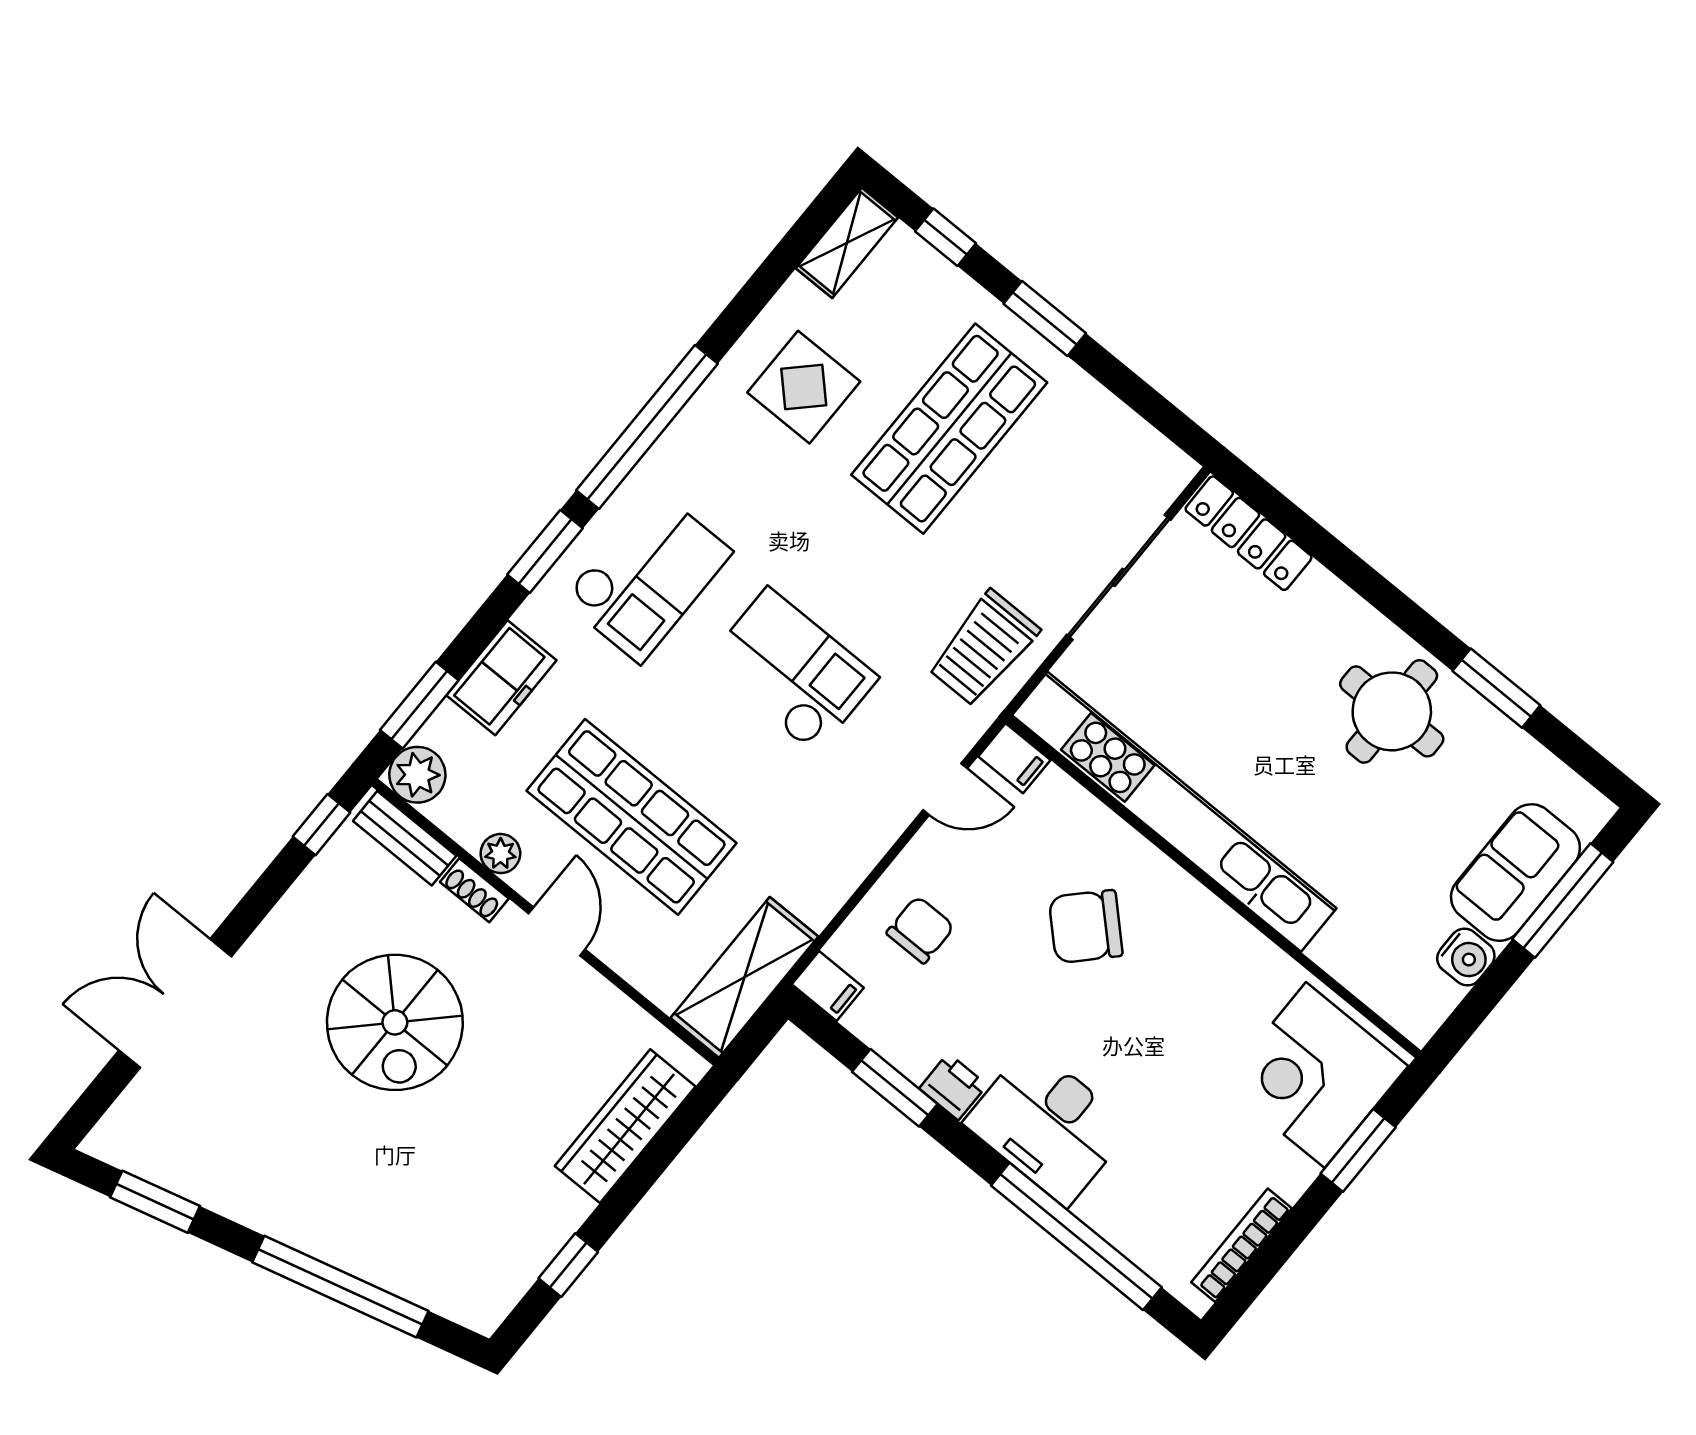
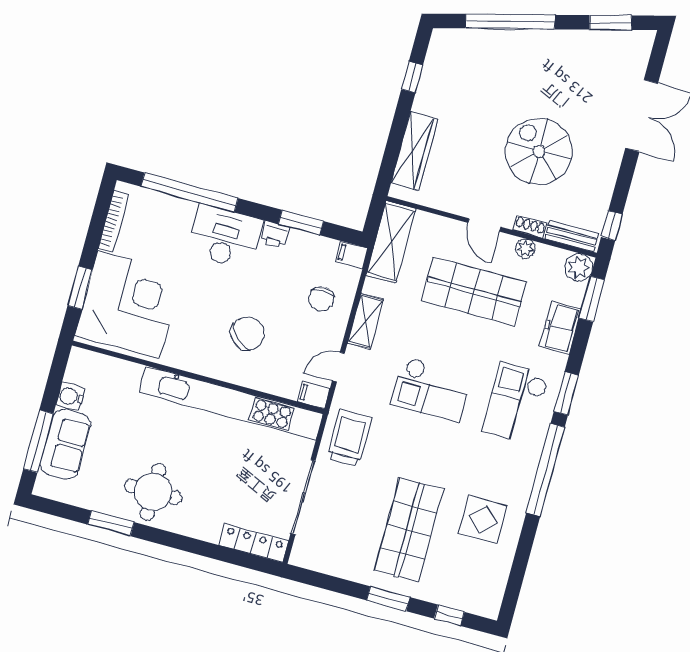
shelving: (847, 243) -> (365, 321), moved
corner desk: (1315, 1075) -> (129, 305), width x1.36, depth x1.36

